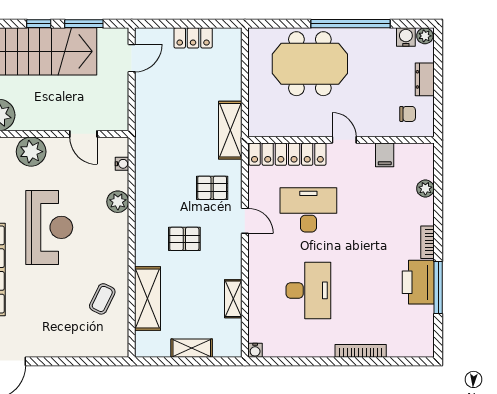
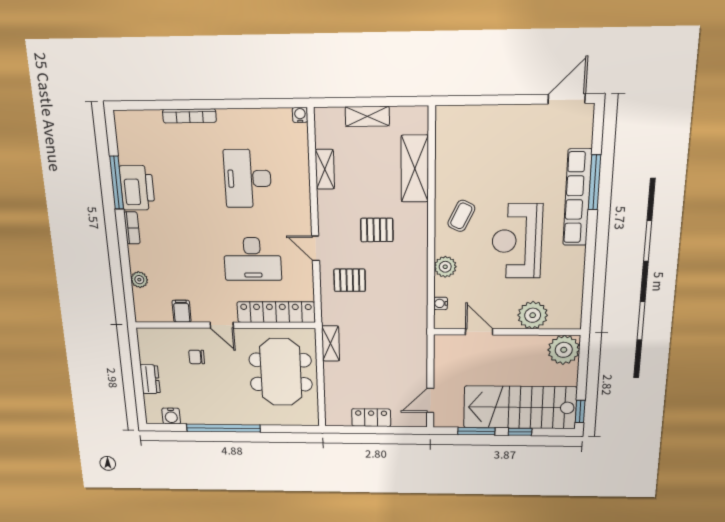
plant: (425, 36) -> (154, 417), removed
meeting table: (310, 64) -> (281, 372), moved, turned 90
chair: (408, 114) -> (197, 357), moved
shelving: (230, 130) -> (331, 343), width x0.67, depth x0.75
coffee table: (102, 299) -> (461, 216), moved

